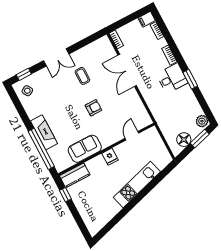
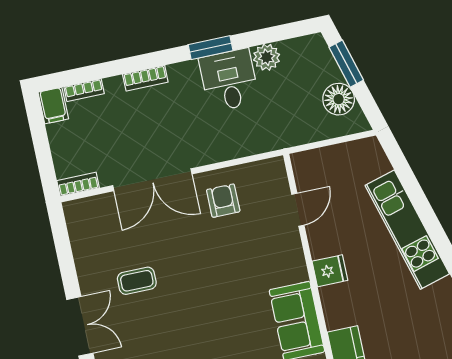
desk: (172, 78) -> (229, 80), moved
armchair: (93, 108) -> (223, 201), moved
plant: (202, 121) -> (267, 57), moved
door: (132, 136) -> (298, 210), swing flipped

